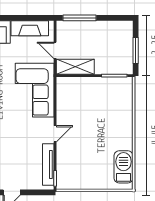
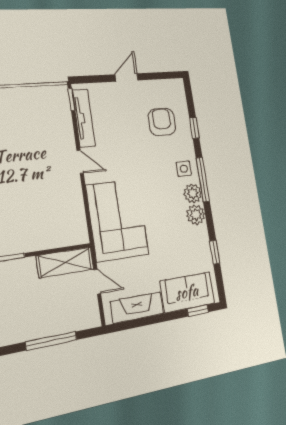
window: (80, 18) -> (51, 341), moved
door: (55, 134) -> (80, 162), swing flipped

